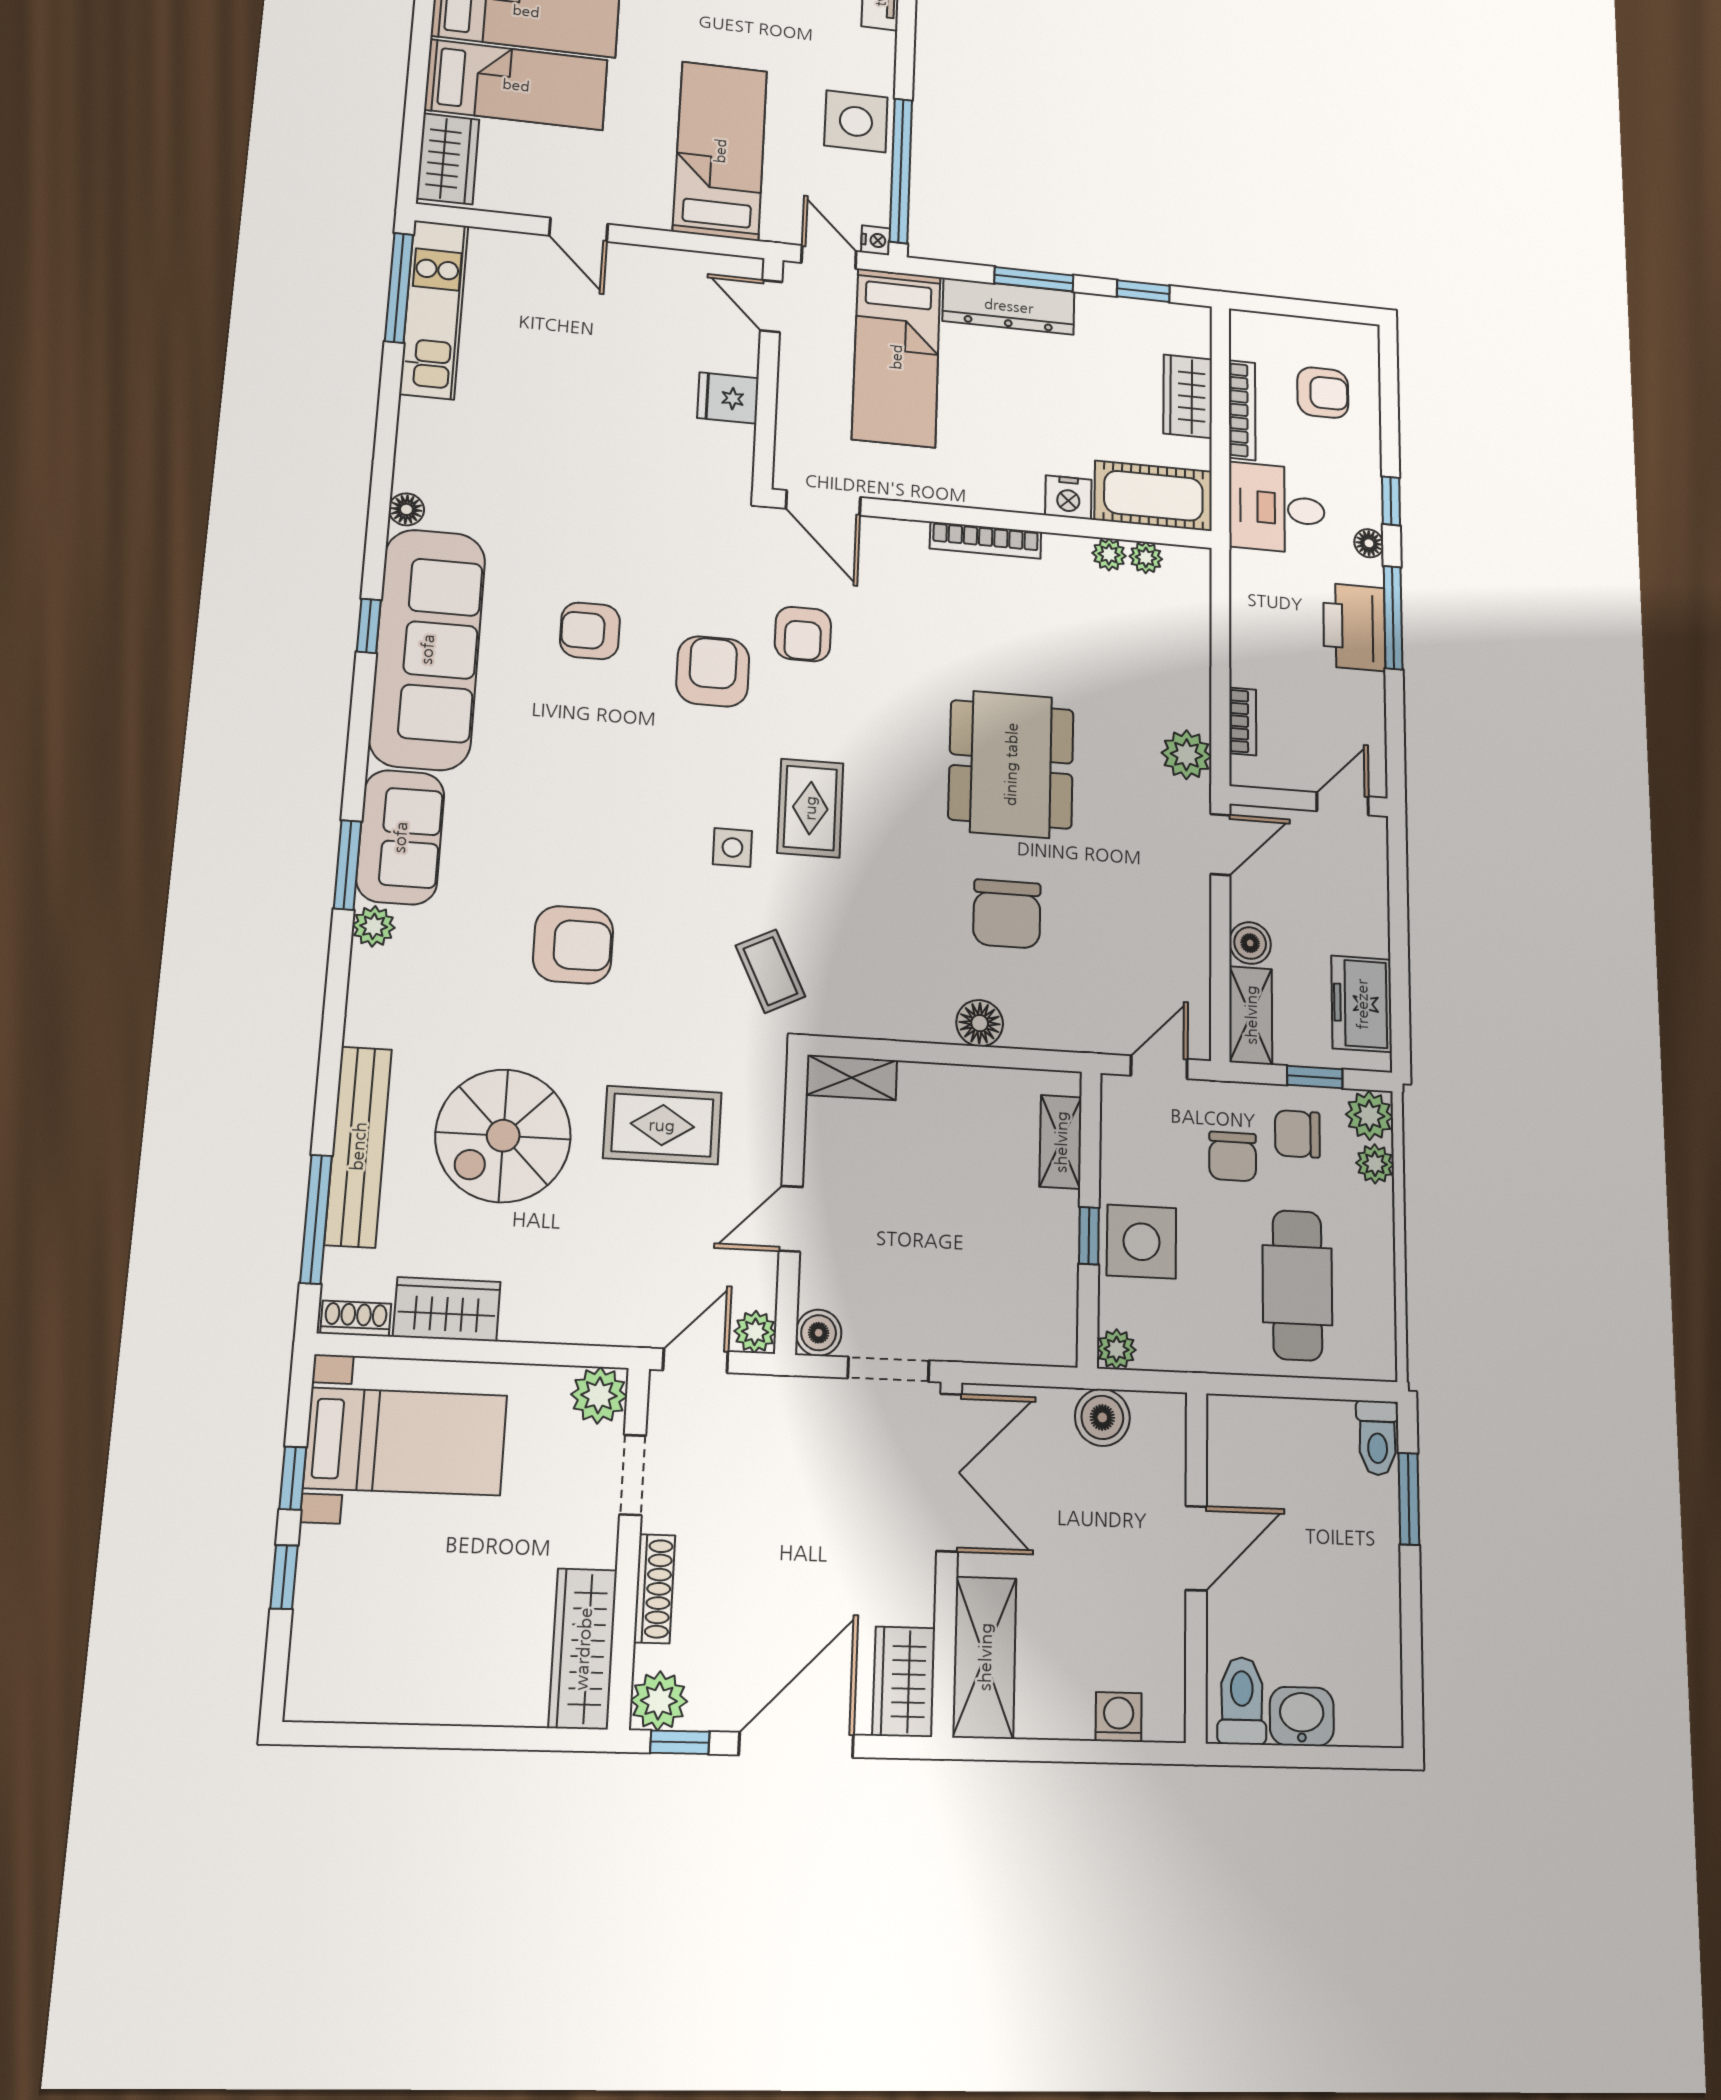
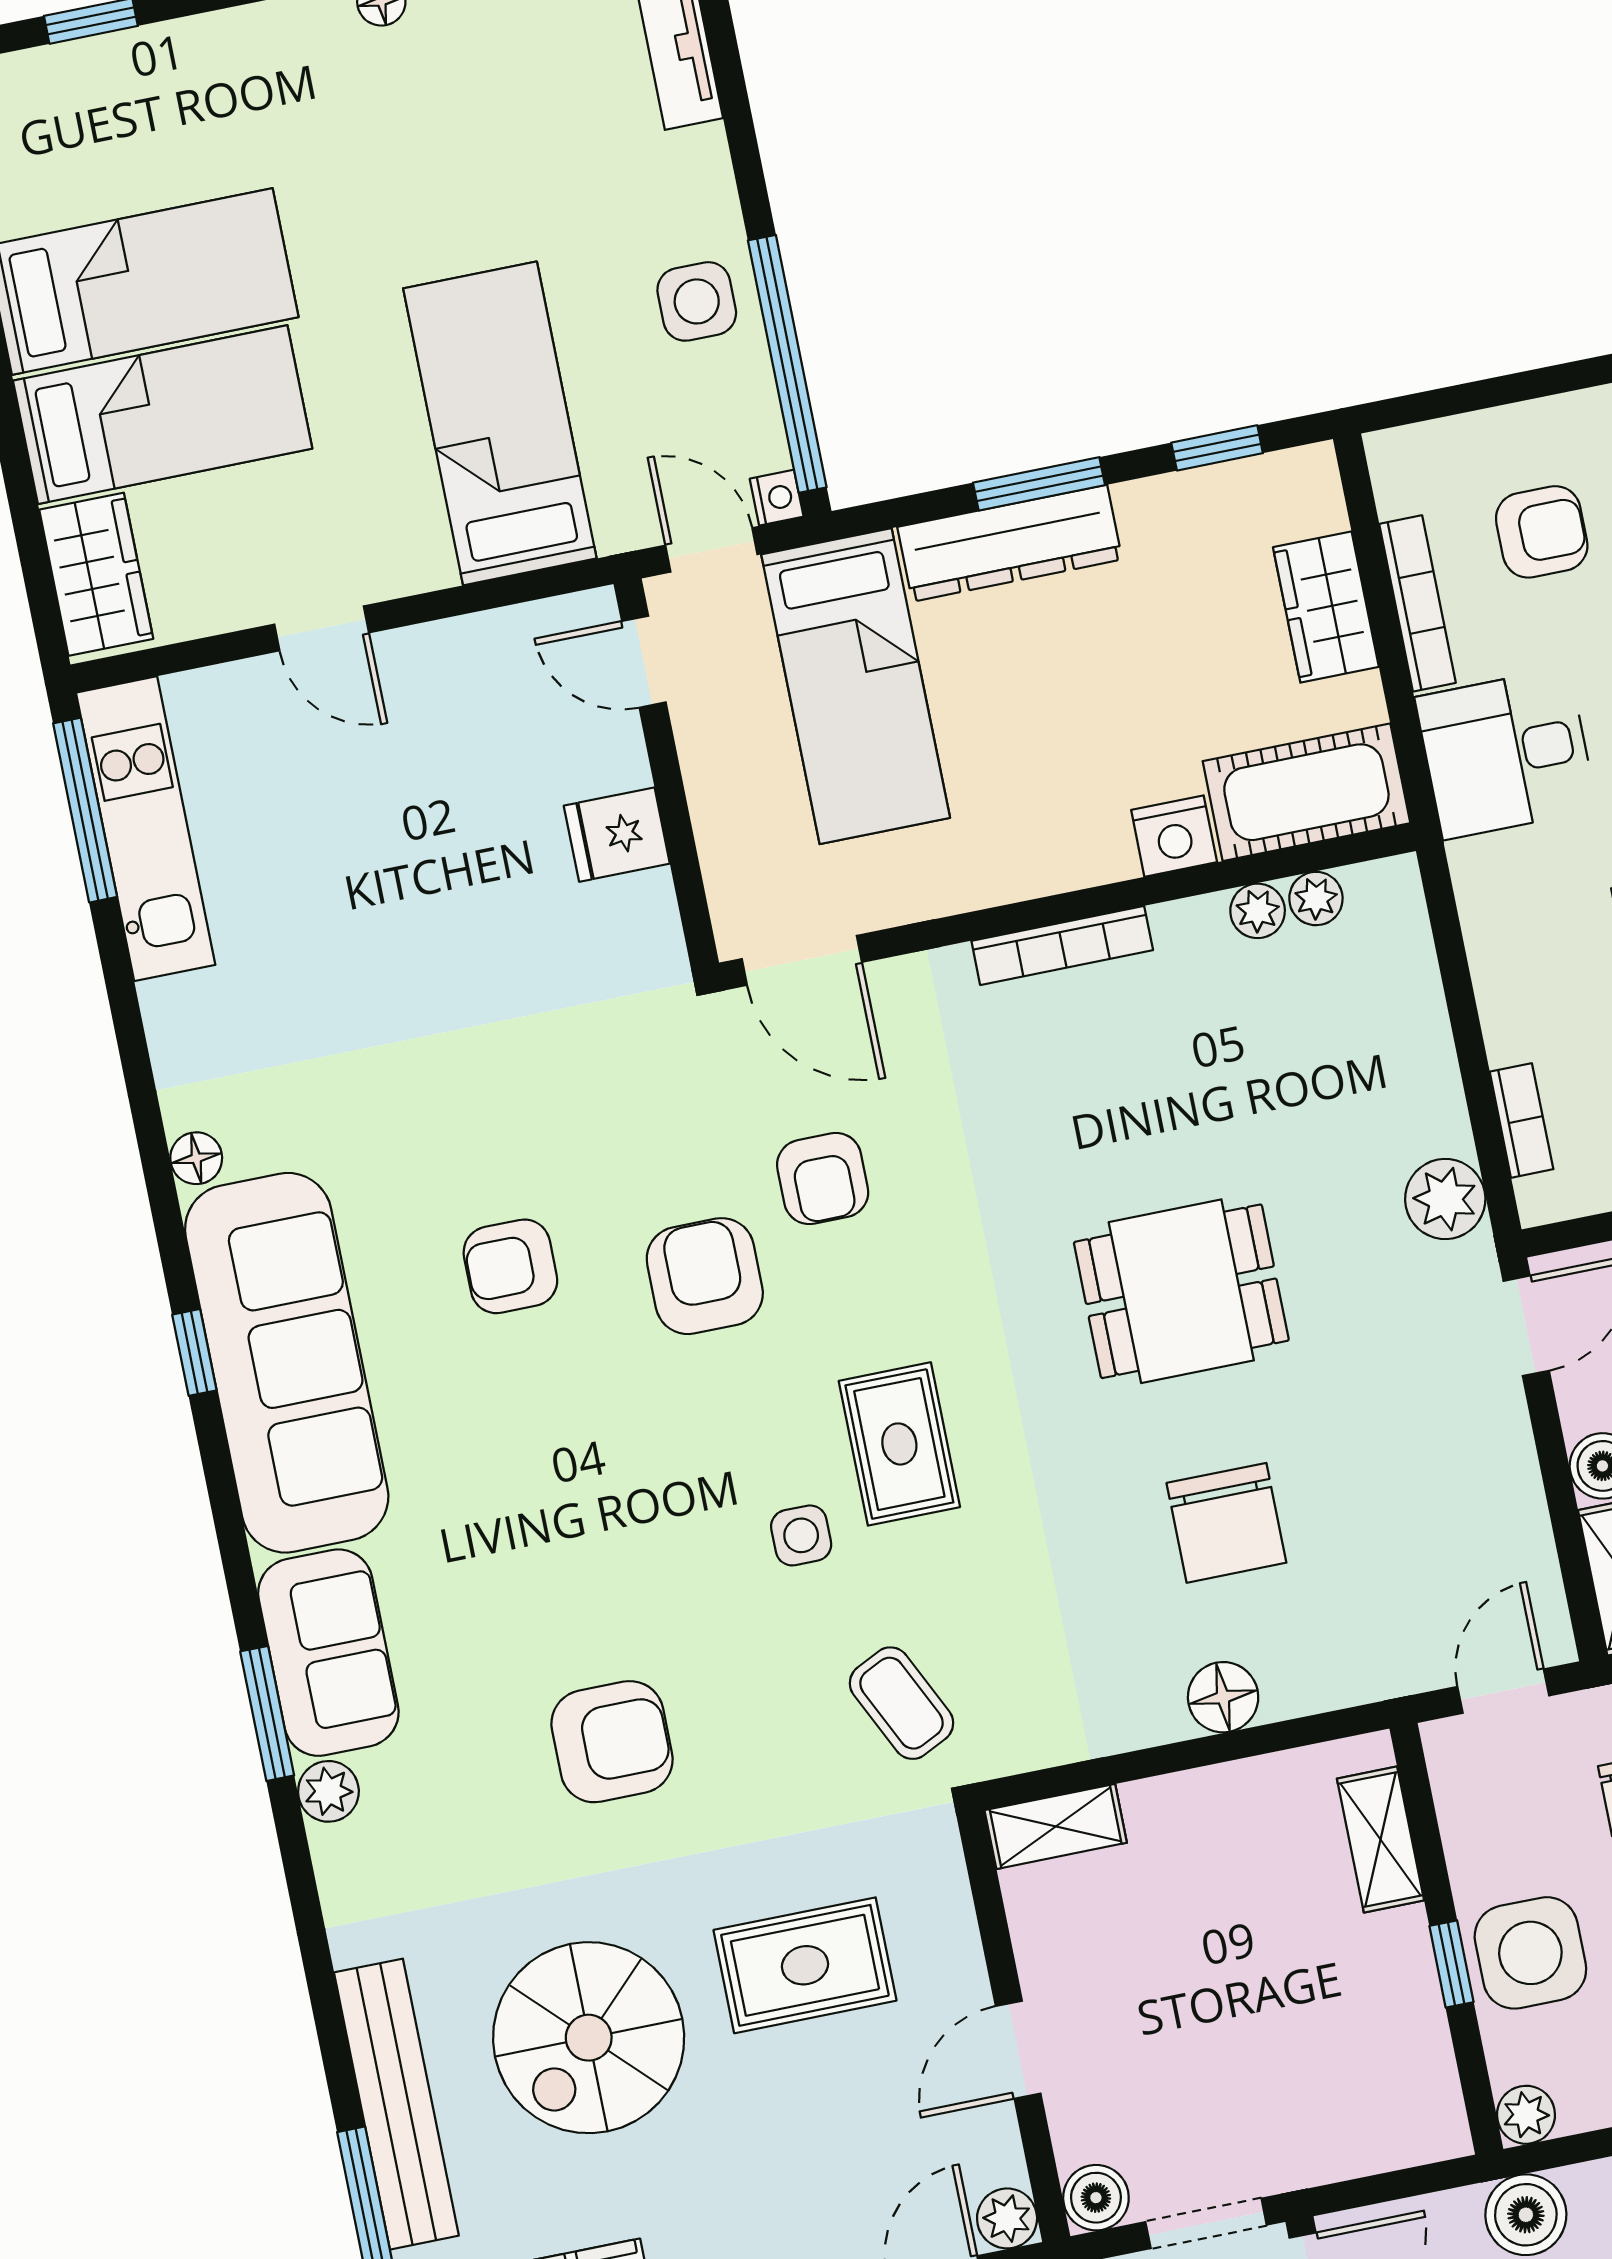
side table: (856, 121) -> (697, 301), width x0.73, depth x0.73
dining table: (1011, 764) -> (1181, 1291), width x0.73

